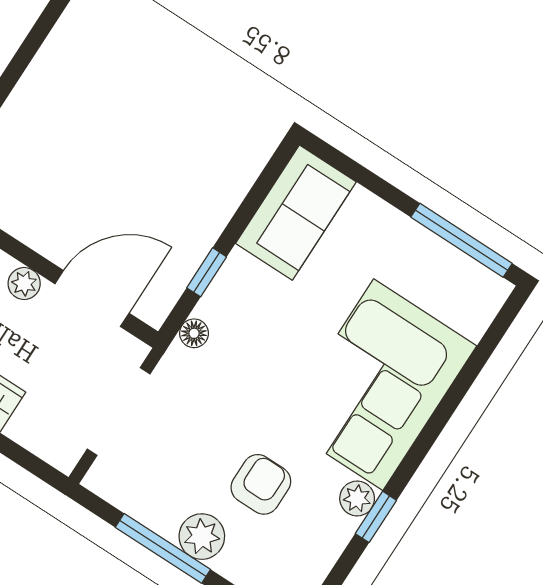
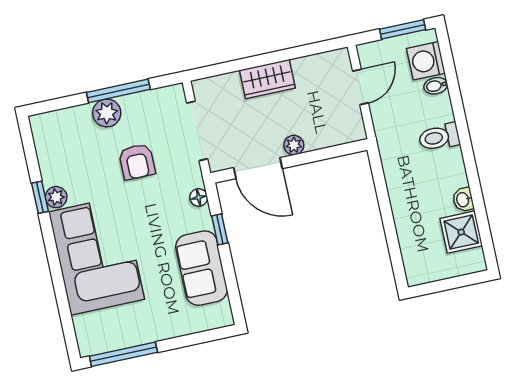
sofa: (296, 213) -> (202, 268), moved
door: (92, 298) -> (258, 168), hinge flipped
armchair: (261, 484) -> (137, 162), moved

